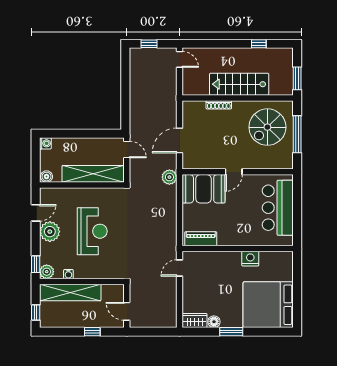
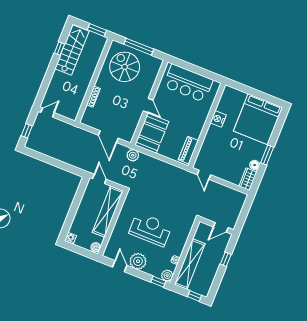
stairs: (239, 84) -> (72, 50), moved, turned 180
spiral stairs: (267, 127) -> (125, 67), turned 180
door: (127, 149) -> (99, 179), hinge flipped

